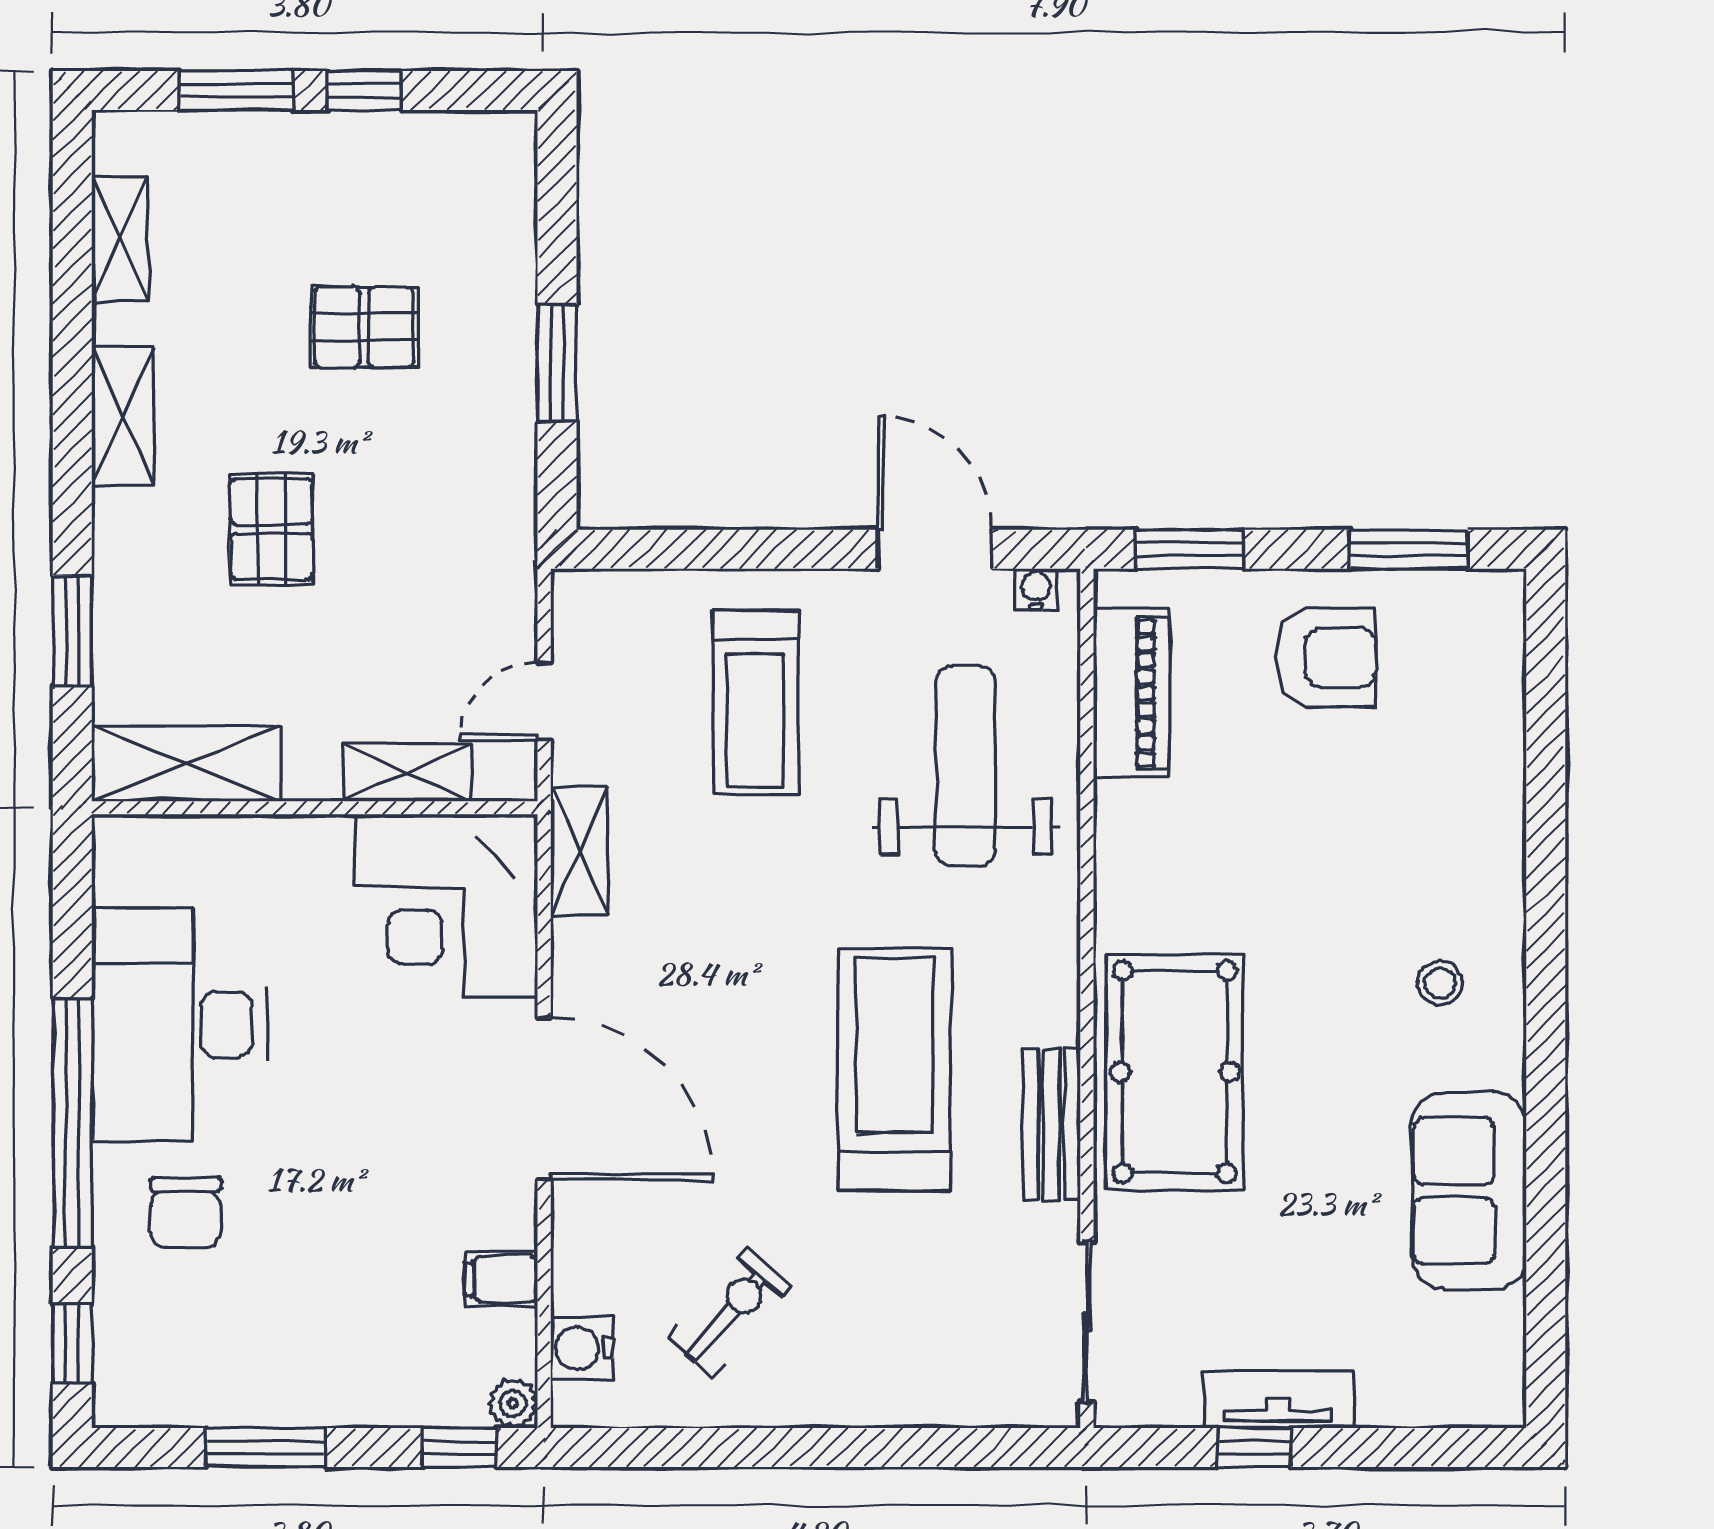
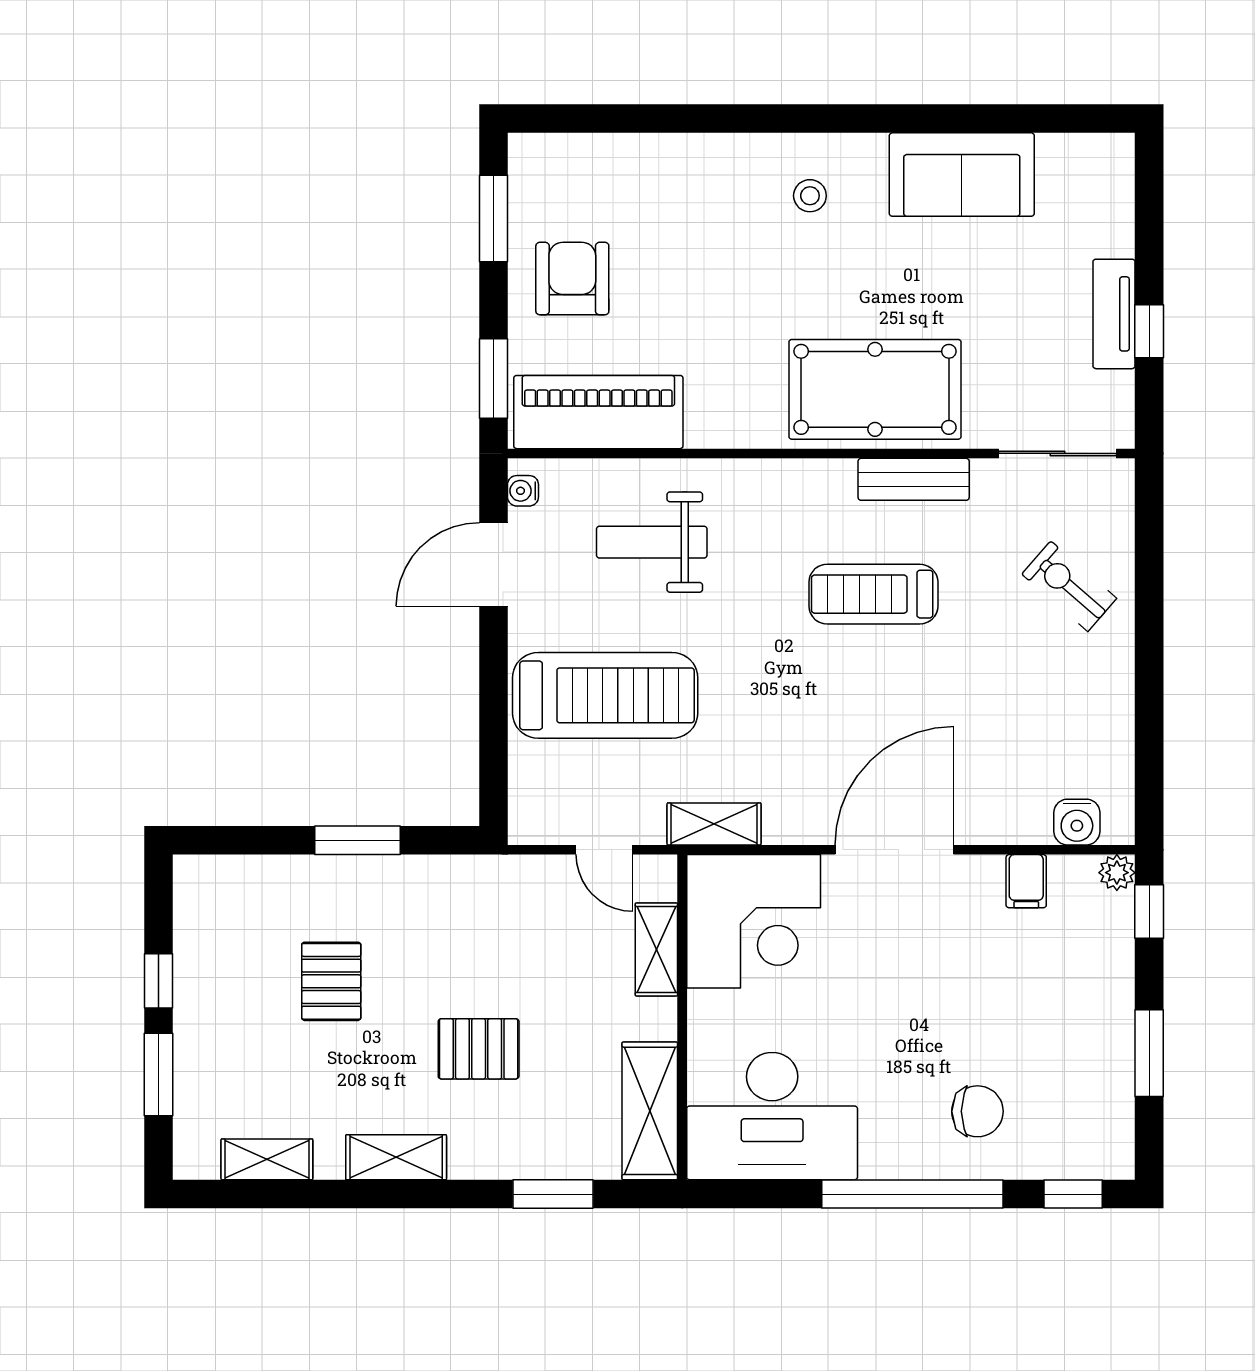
piano: (1131, 693) -> (598, 412), width x1.37, depth x1.33
treadmill: (755, 702) -> (605, 695), width x1.37, depth x1.38
weight bench: (965, 766) -> (652, 542), width x0.73, depth x0.75
desk: (179, 1025) -> (772, 1116), moved
treadmill: (894, 1070) -> (873, 594), width x0.73, depth x0.73
exercise bike: (730, 1312) -> (1069, 586), moved

